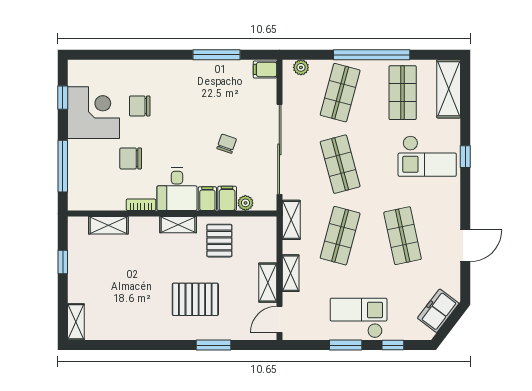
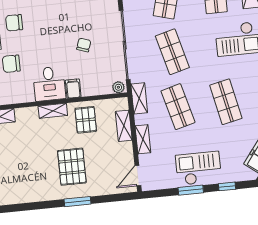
filing cabinet: (227, 198) -> (88, 87), removed
plant: (245, 203) -> (118, 87), moved
bookcase: (141, 205) -> (23, 98), removed
shop shelf: (340, 236) -> (178, 107), turned -30
shelving: (268, 283) -> (124, 126), moved
pallet: (195, 299) -> (72, 167), turned 90
window: (214, 345) -> (77, 202), moved

